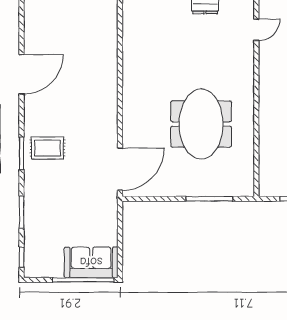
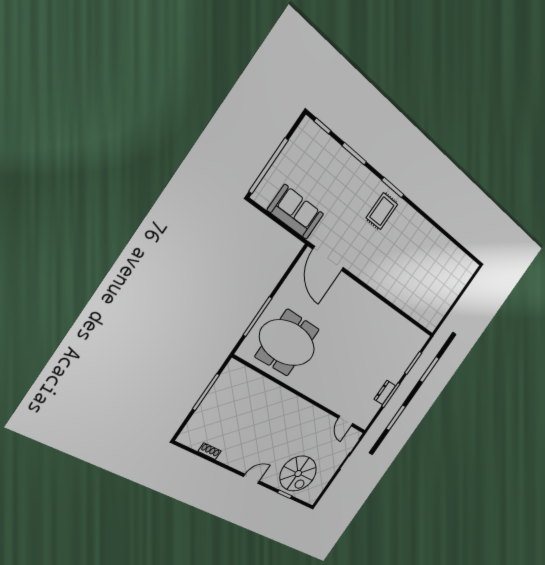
door: (22, 74) -> (440, 229), removed
meeting table: (201, 124) -> (287, 343), moved
sofa: (91, 262) -> (296, 212), moved, turned -90

